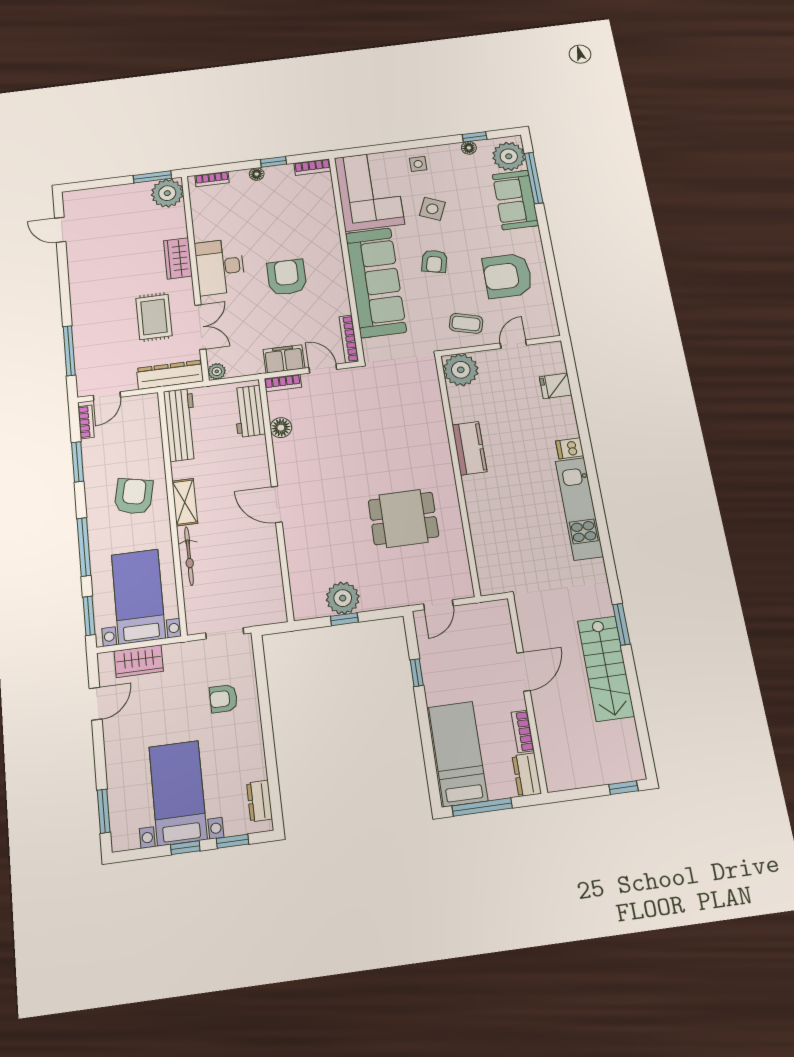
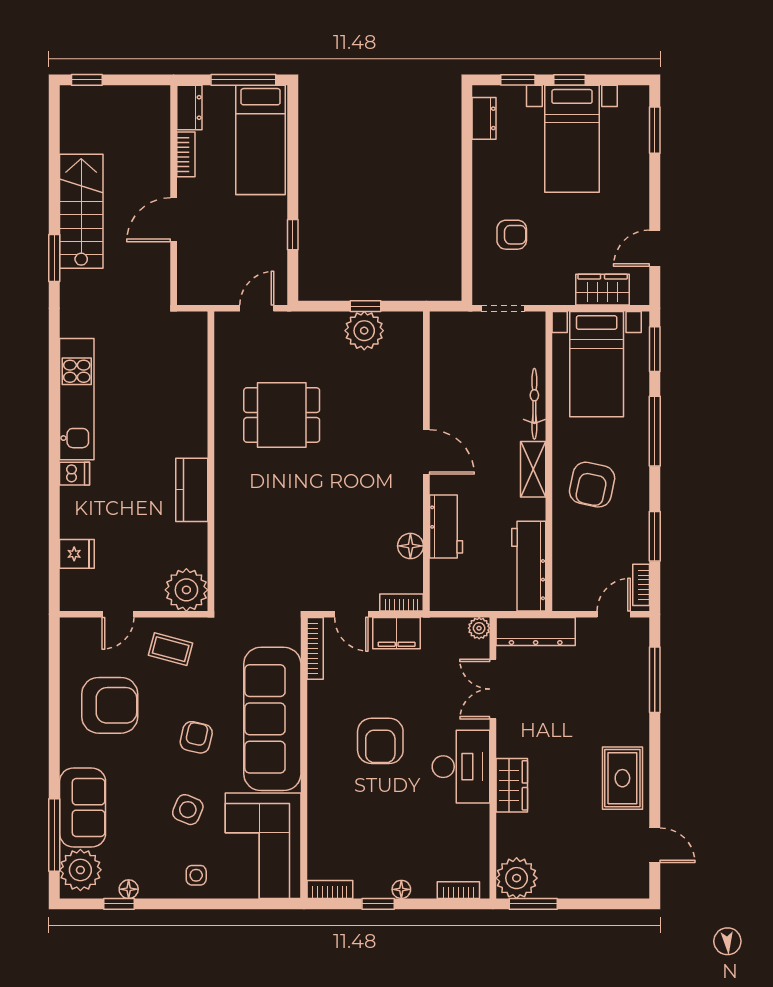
rug: (154, 317) -> (622, 778), moved
workbench: (249, 411) -> (446, 527), moved

